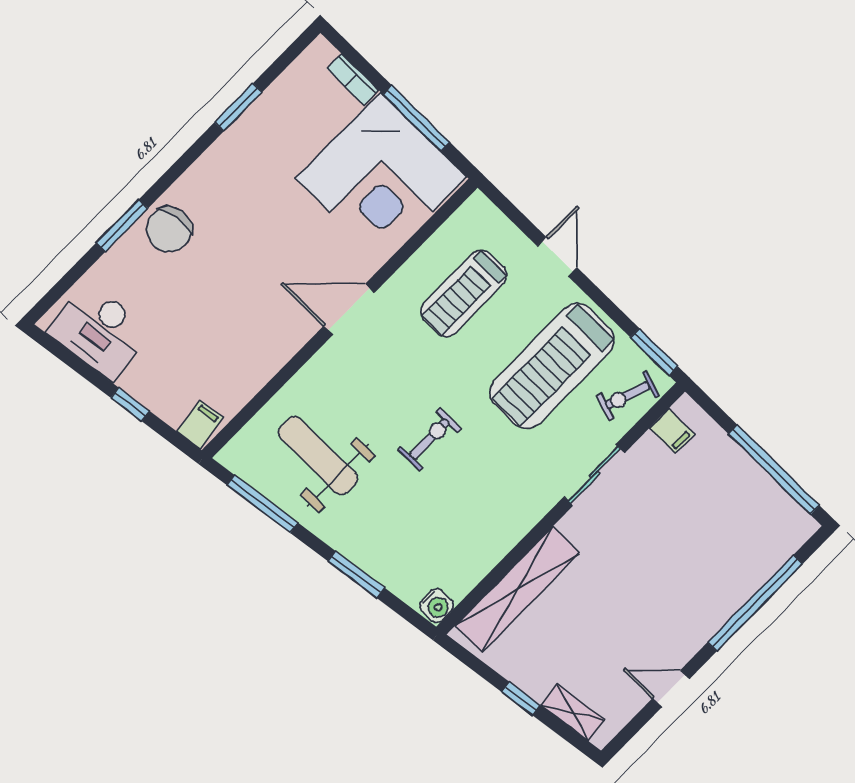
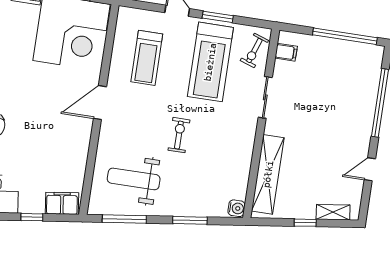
window: (654, 352) -> (218, 17), moved
filing cabinet: (200, 424) -> (62, 203), width x2.00

